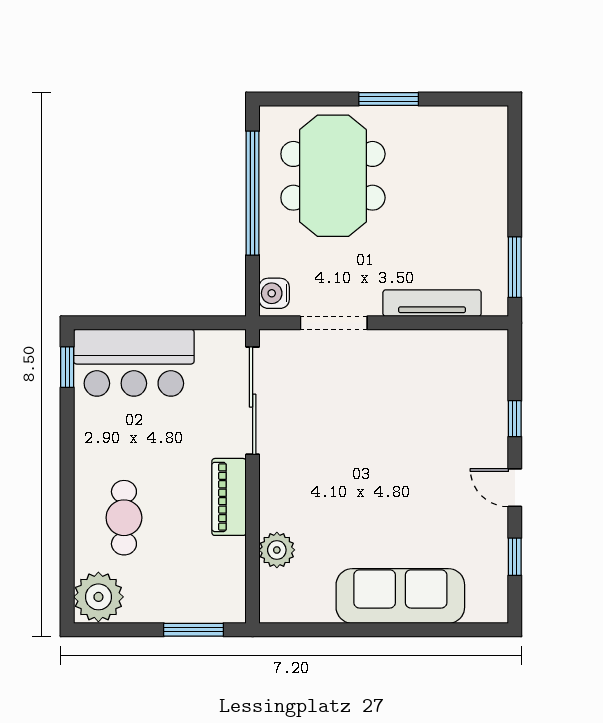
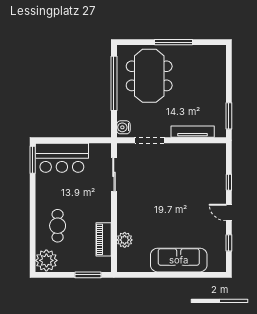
window: (389, 99) -> (174, 42), width x1.44
window: (67, 367) -> (33, 160), width x1.50
sliding door: (253, 401) -> (114, 174), width x0.73
piano: (229, 497) -> (104, 239), moved

